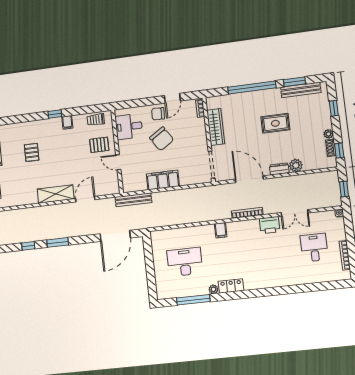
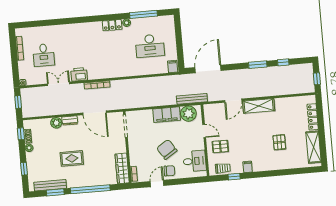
window: (55, 114) -> (234, 177), moved
wardrobe: (216, 127) -> (122, 168), moved
plant: (137, 182) -> (188, 114), added
filing cabinet: (221, 230) -> (173, 67), moved

